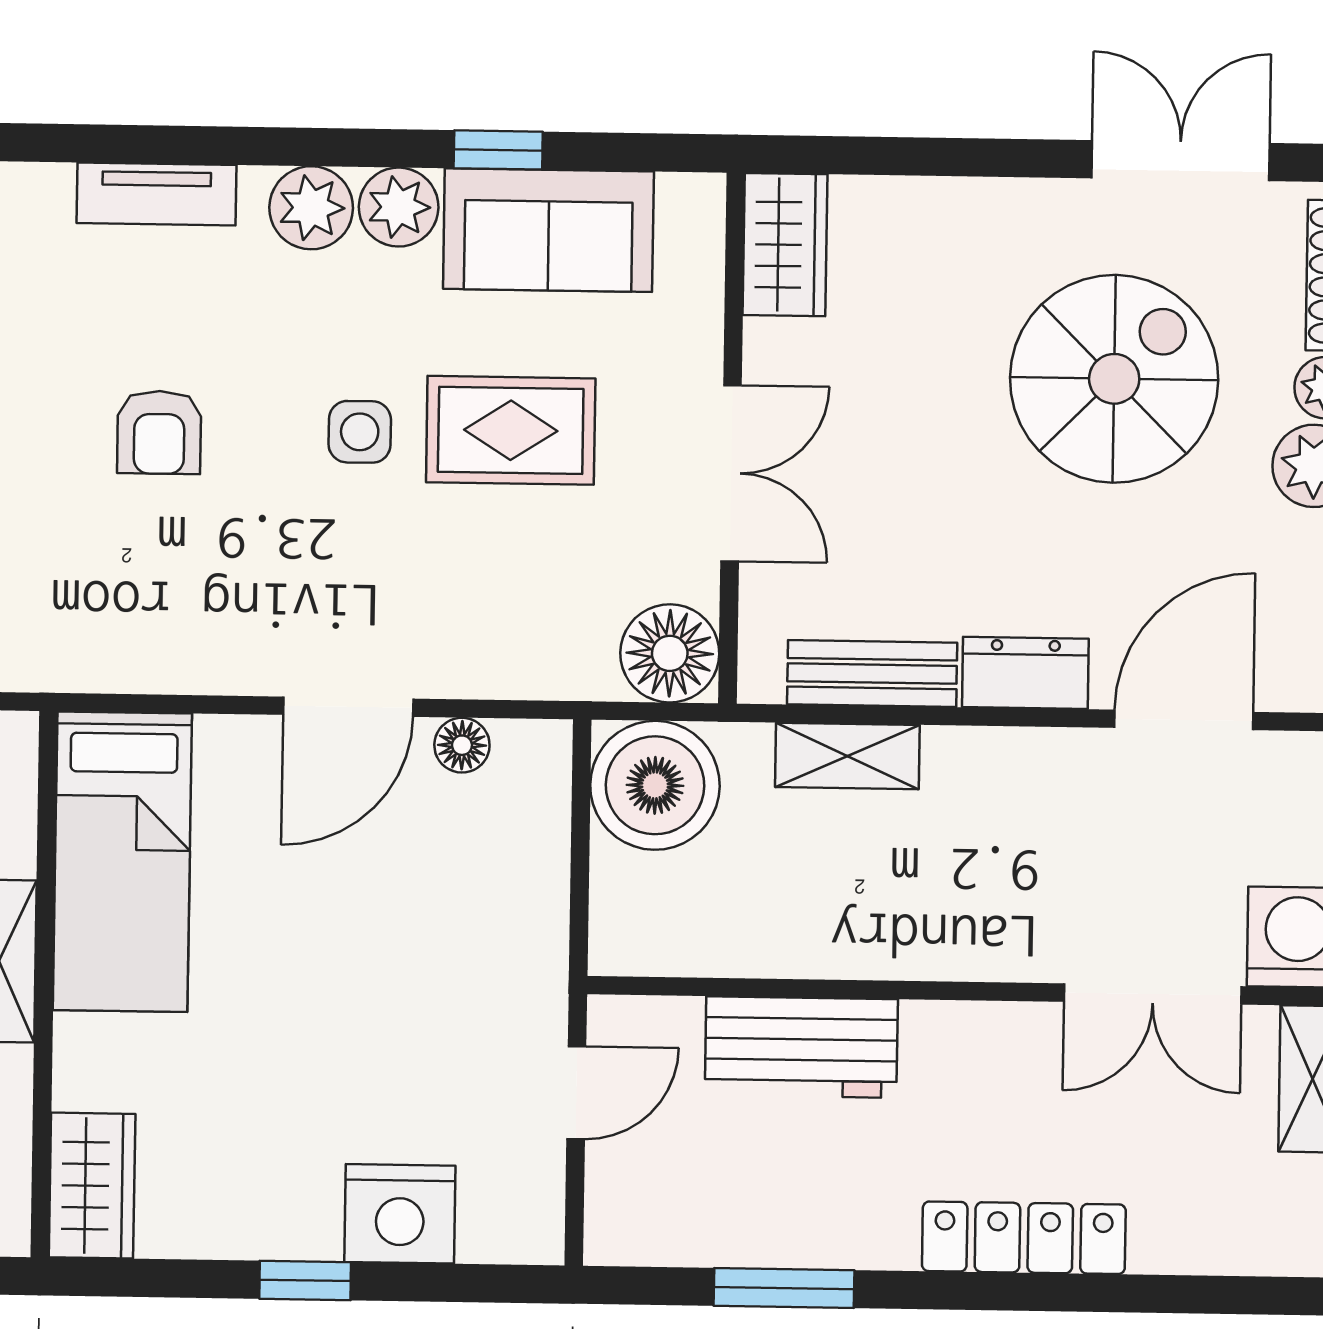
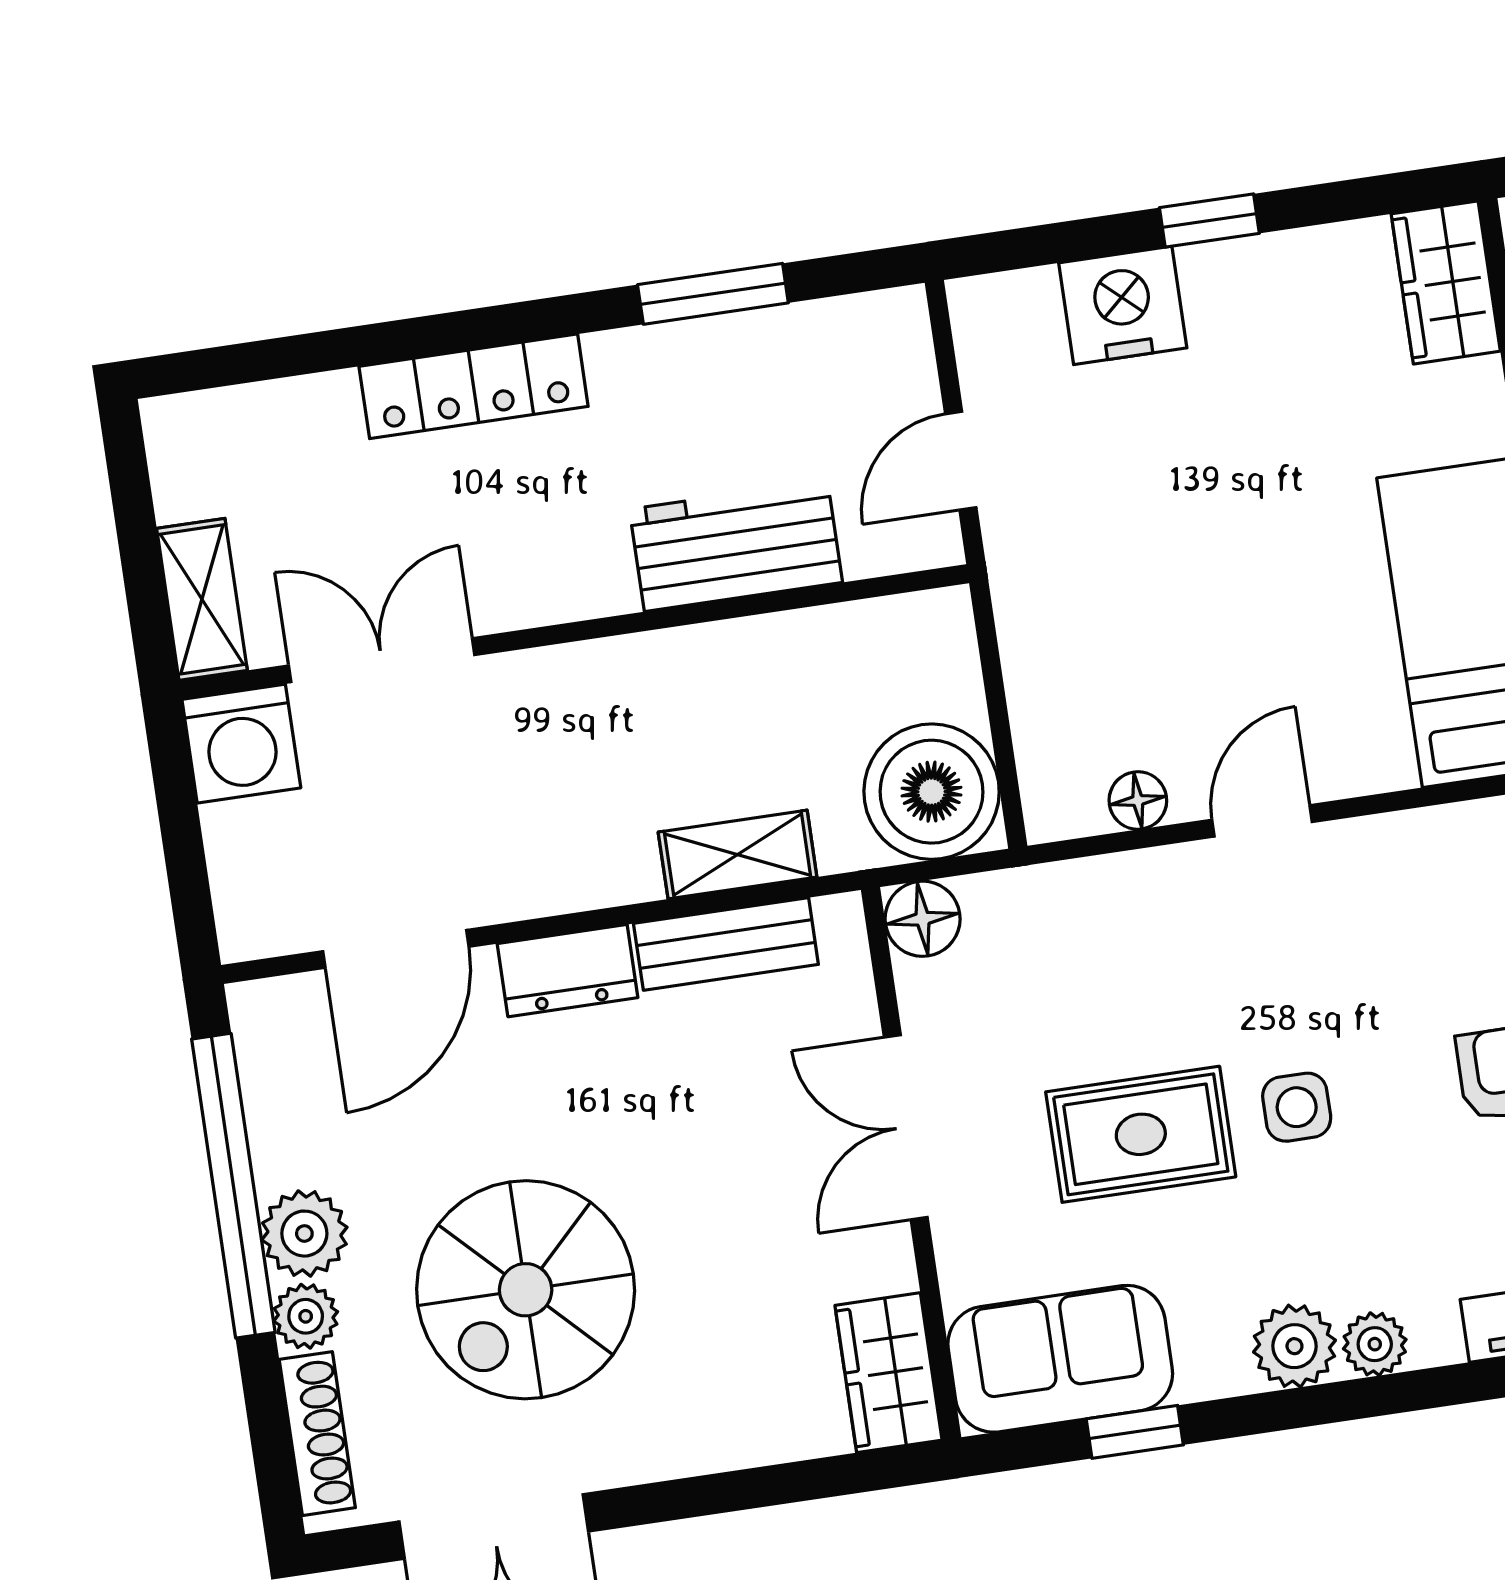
window: (498, 150) -> (1135, 1432), moved
plant: (311, 208) -> (1375, 1344), width x0.73, depth x0.73
sofa: (548, 230) -> (1060, 1359), moved
floor lamp: (670, 653) -> (923, 919), width x0.73, depth x0.73
door: (348, 707) -> (1262, 821), width x0.73

